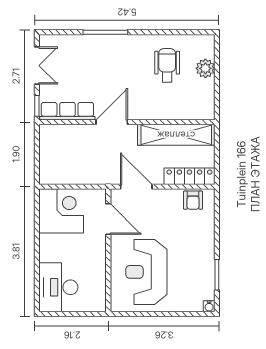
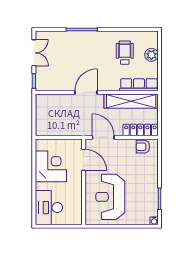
row of seats: (67, 111) -> (139, 85), moved
armchair: (193, 200) -> (143, 147), turned 90
corner desk: (61, 211) -> (51, 166), moved

